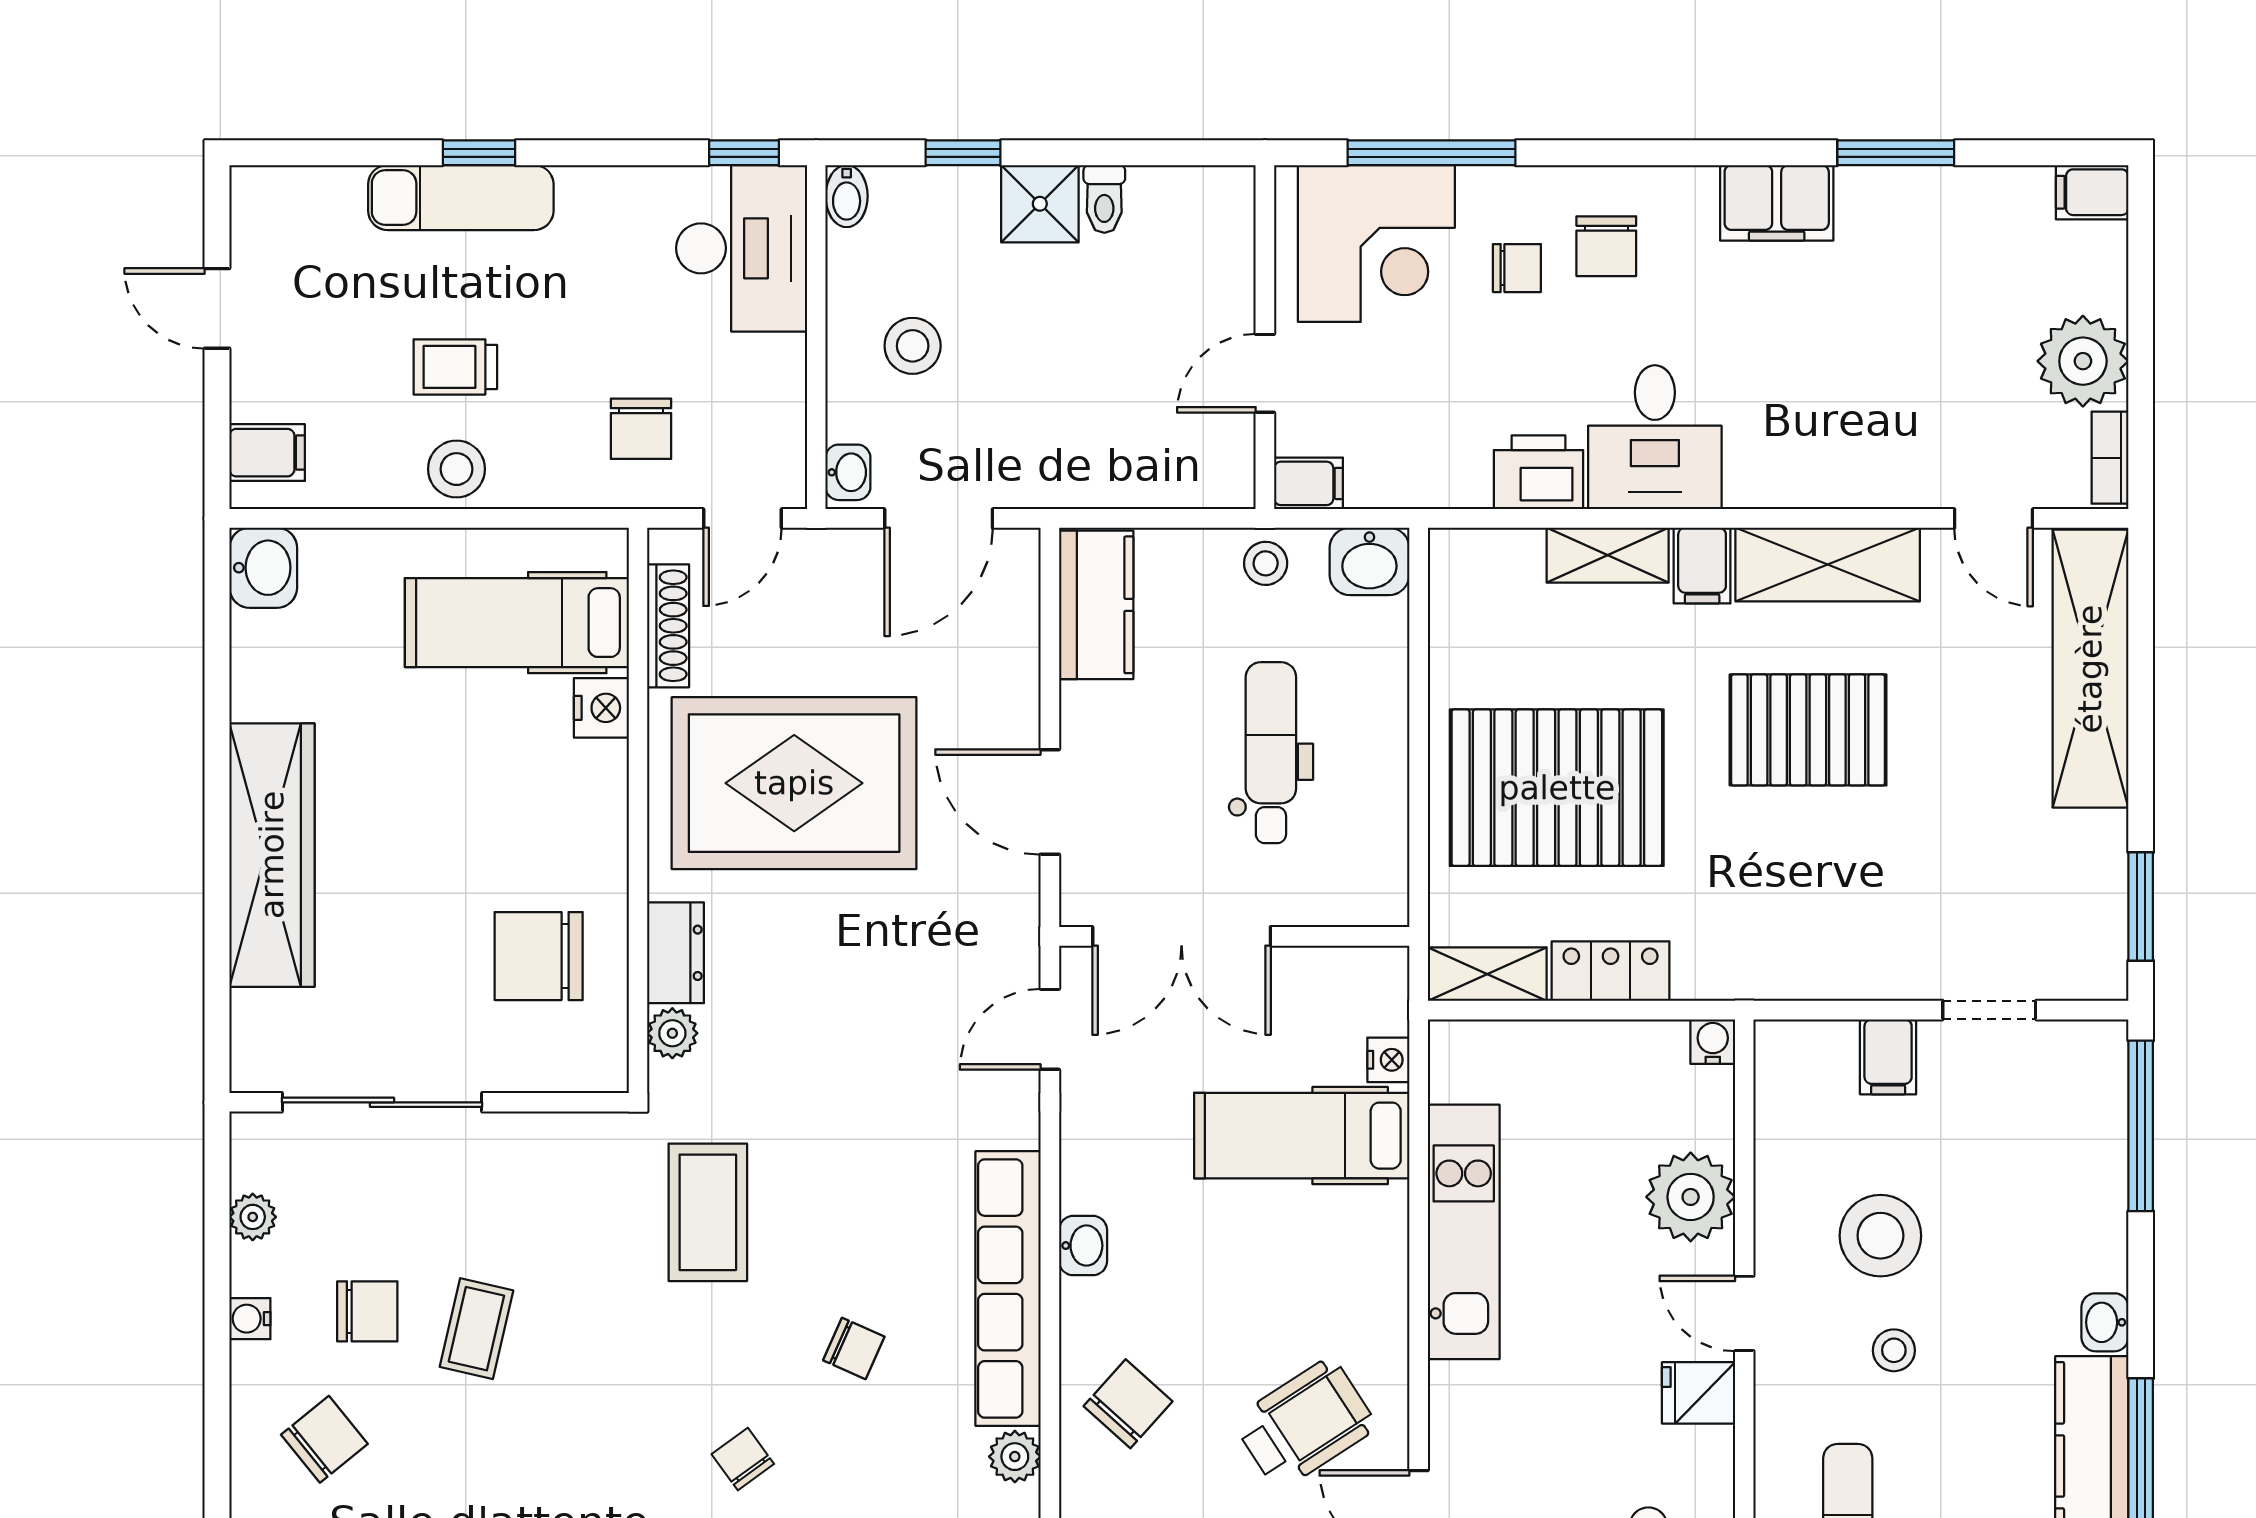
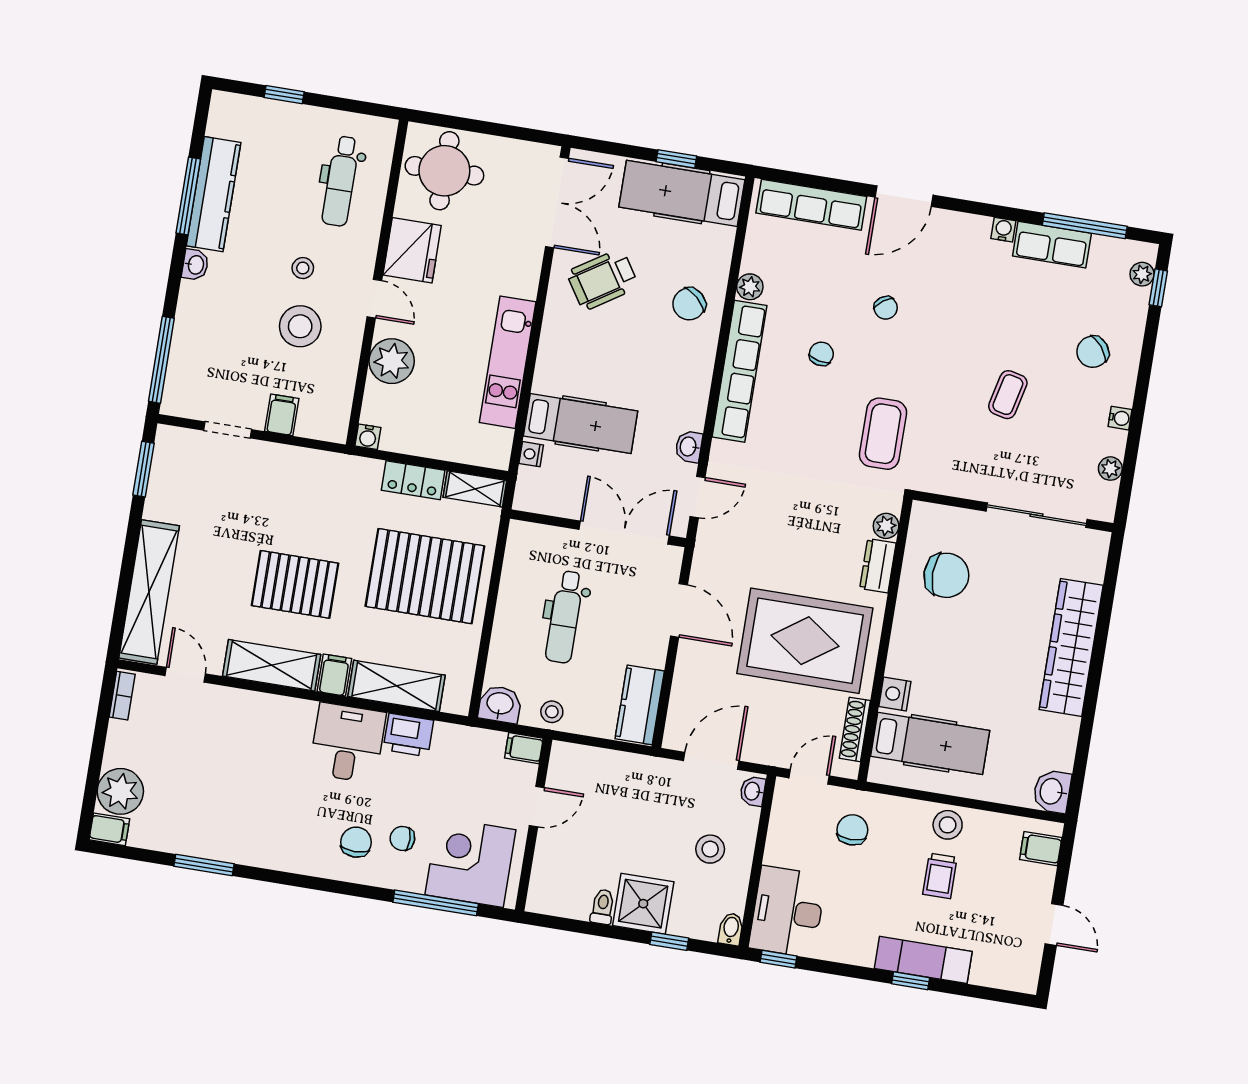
filing cabinet: (1777, 203) -> (268, 850), removed
shower: (1040, 204) -> (643, 904), width x1.36, depth x1.36
plant: (2083, 361) -> (120, 791), moved
trolley: (455, 367) -> (940, 876), turned 90
shelving: (1608, 555) -> (397, 686), width x1.50, depth x1.33
washbasin: (1083, 1246) -> (689, 447), moved
chair: (367, 1311) -> (1061, 412), removed
chair: (854, 1348) -> (821, 354), turned 78
fridge: (1699, 1393) -> (412, 250), width x1.88, depth x1.34

